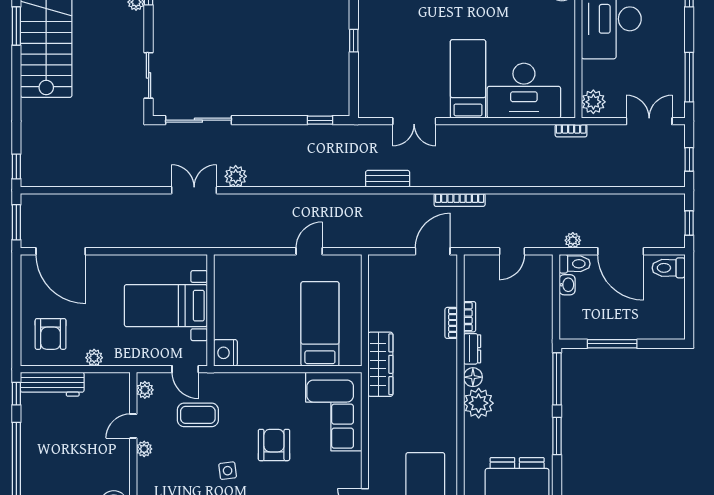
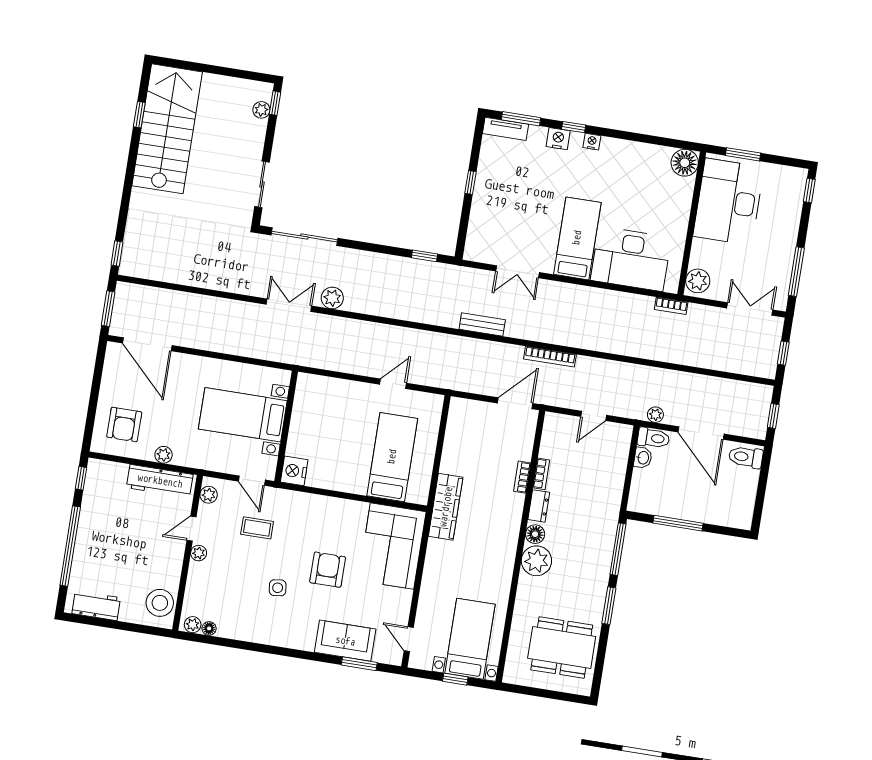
window: (16, 26) -> (139, 115), width x0.67
workbench: (52, 384) -> (160, 481), moved
coffee table: (198, 415) -> (257, 528), width x0.73, depth x0.77

